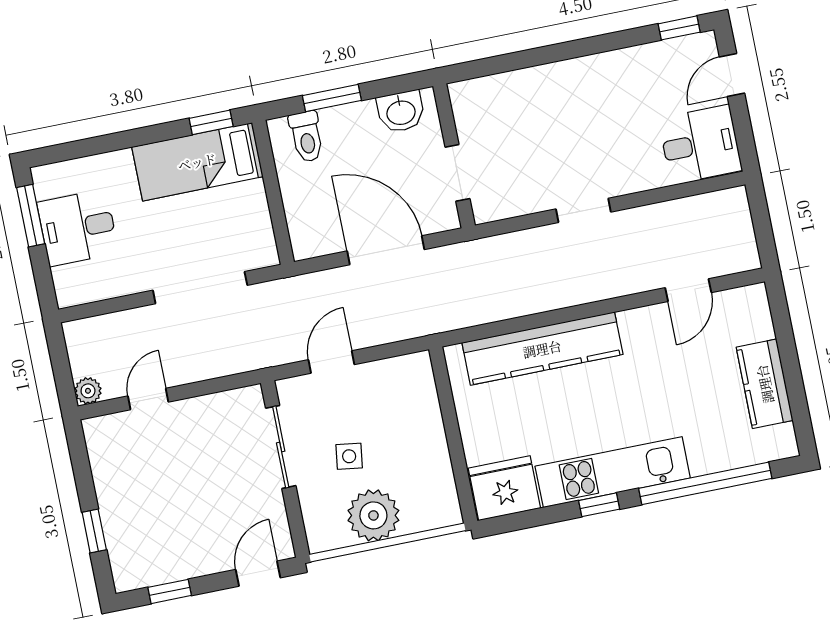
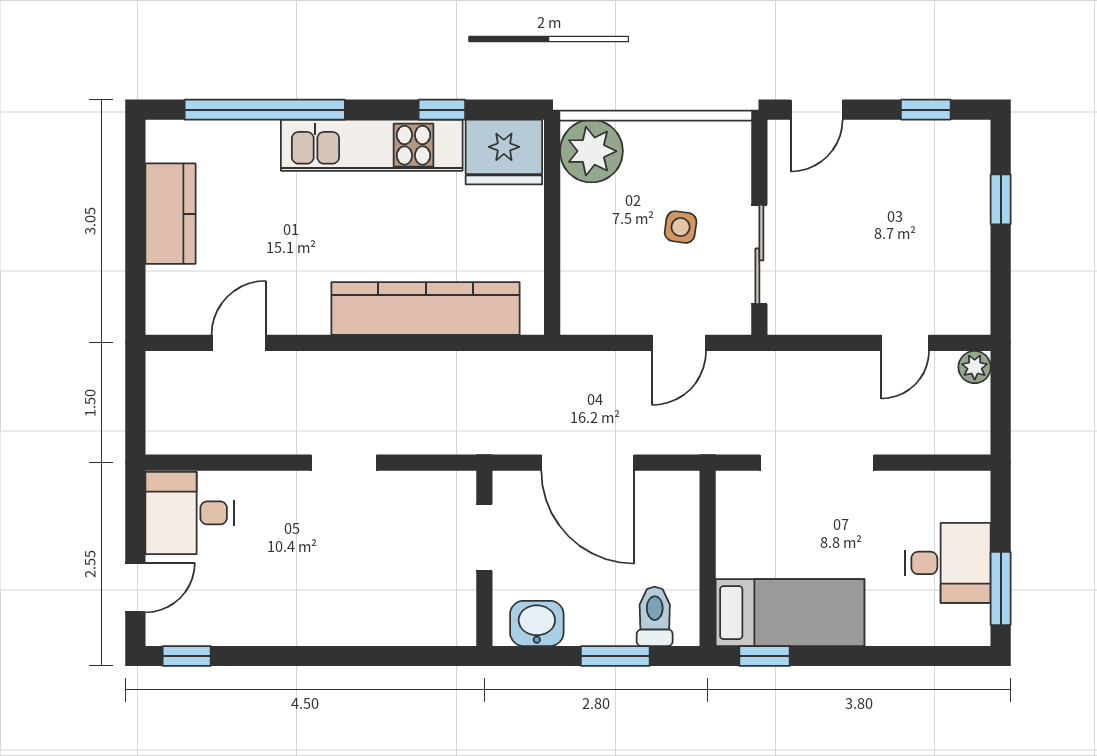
window: (599, 505) -> (442, 110), moved
plant: (373, 515) -> (591, 151), moved

